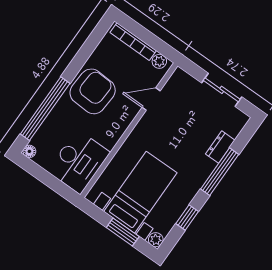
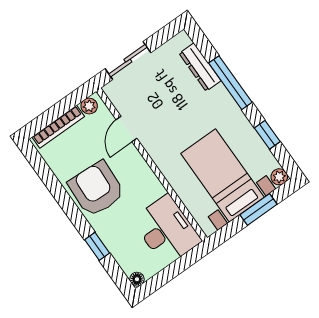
sliding door: (222, 90) -> (128, 61), moved
window: (45, 109) -> (97, 246), width x0.32
dresser: (220, 147) -> (200, 67), width x1.44

